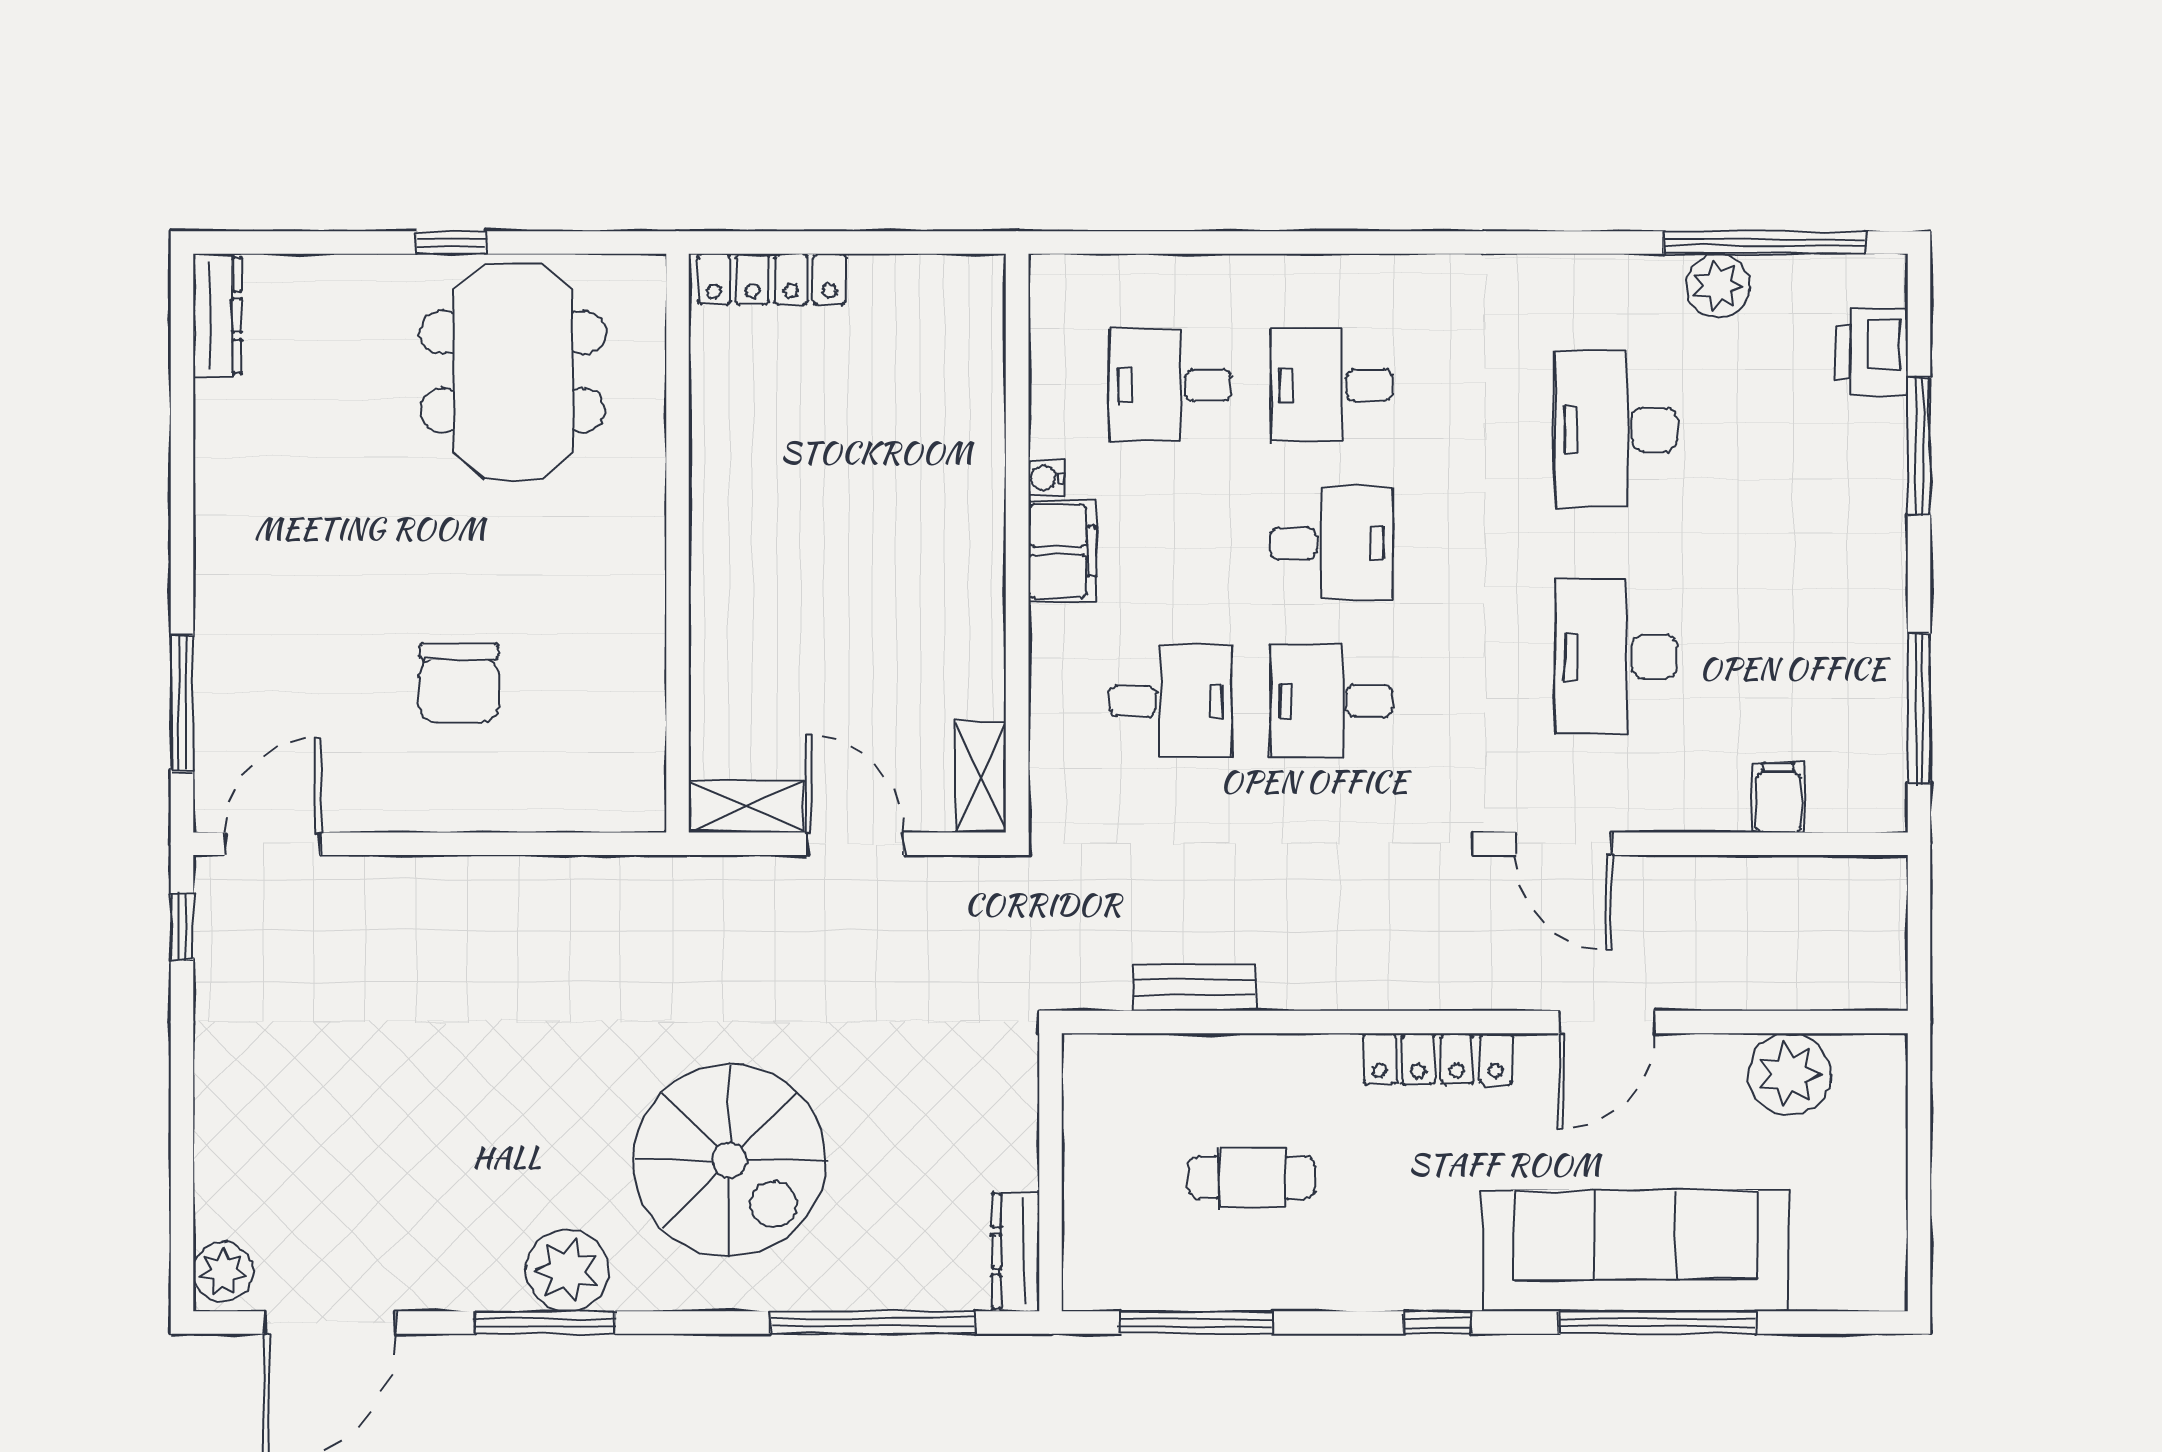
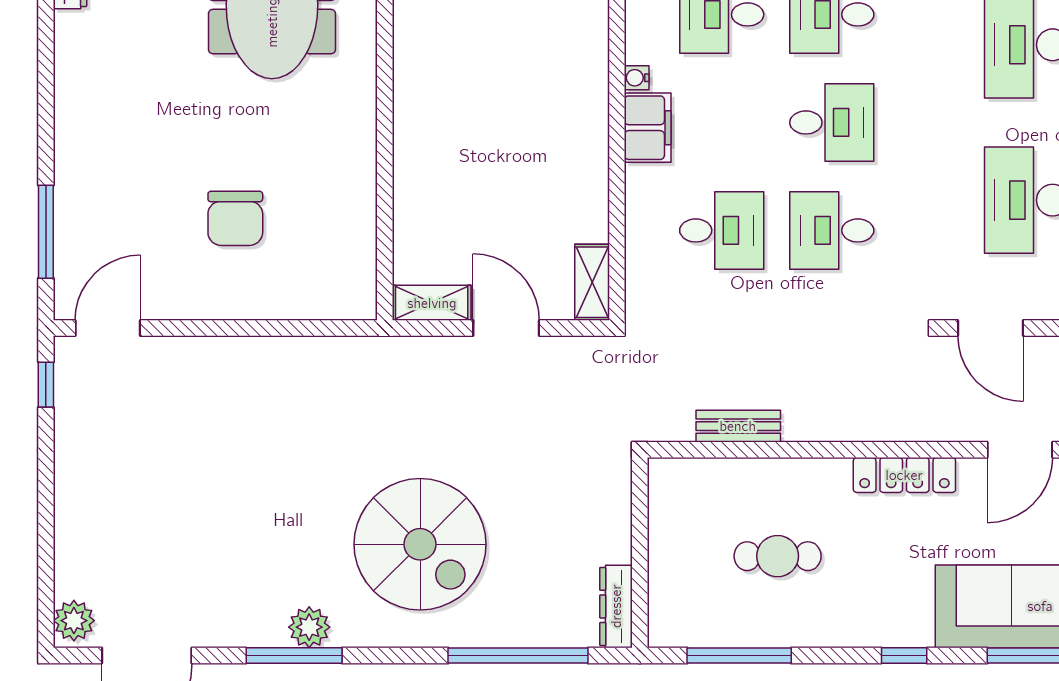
plant: (567, 1270) -> (309, 627), width x0.73, depth x0.73

